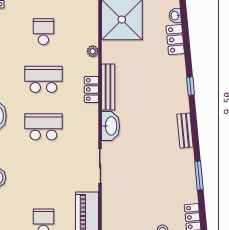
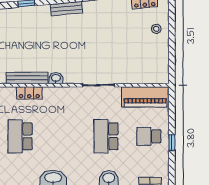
washbasin: (111, 126) -> (56, 78), width x0.52, depth x0.69
school desk: (43, 127) -> (106, 136), moved

